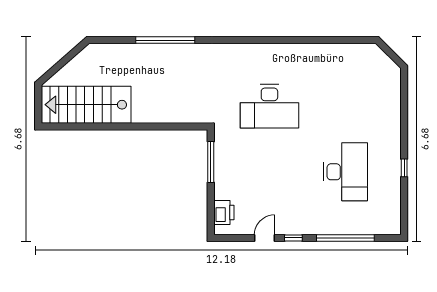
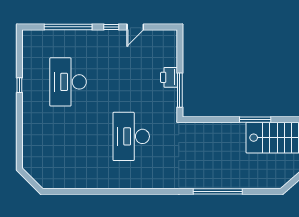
desk: (269, 106) -> (131, 136), turned -90
window: (120, 126) -> (255, 120), added
printer: (224, 212) -> (169, 77), moved

